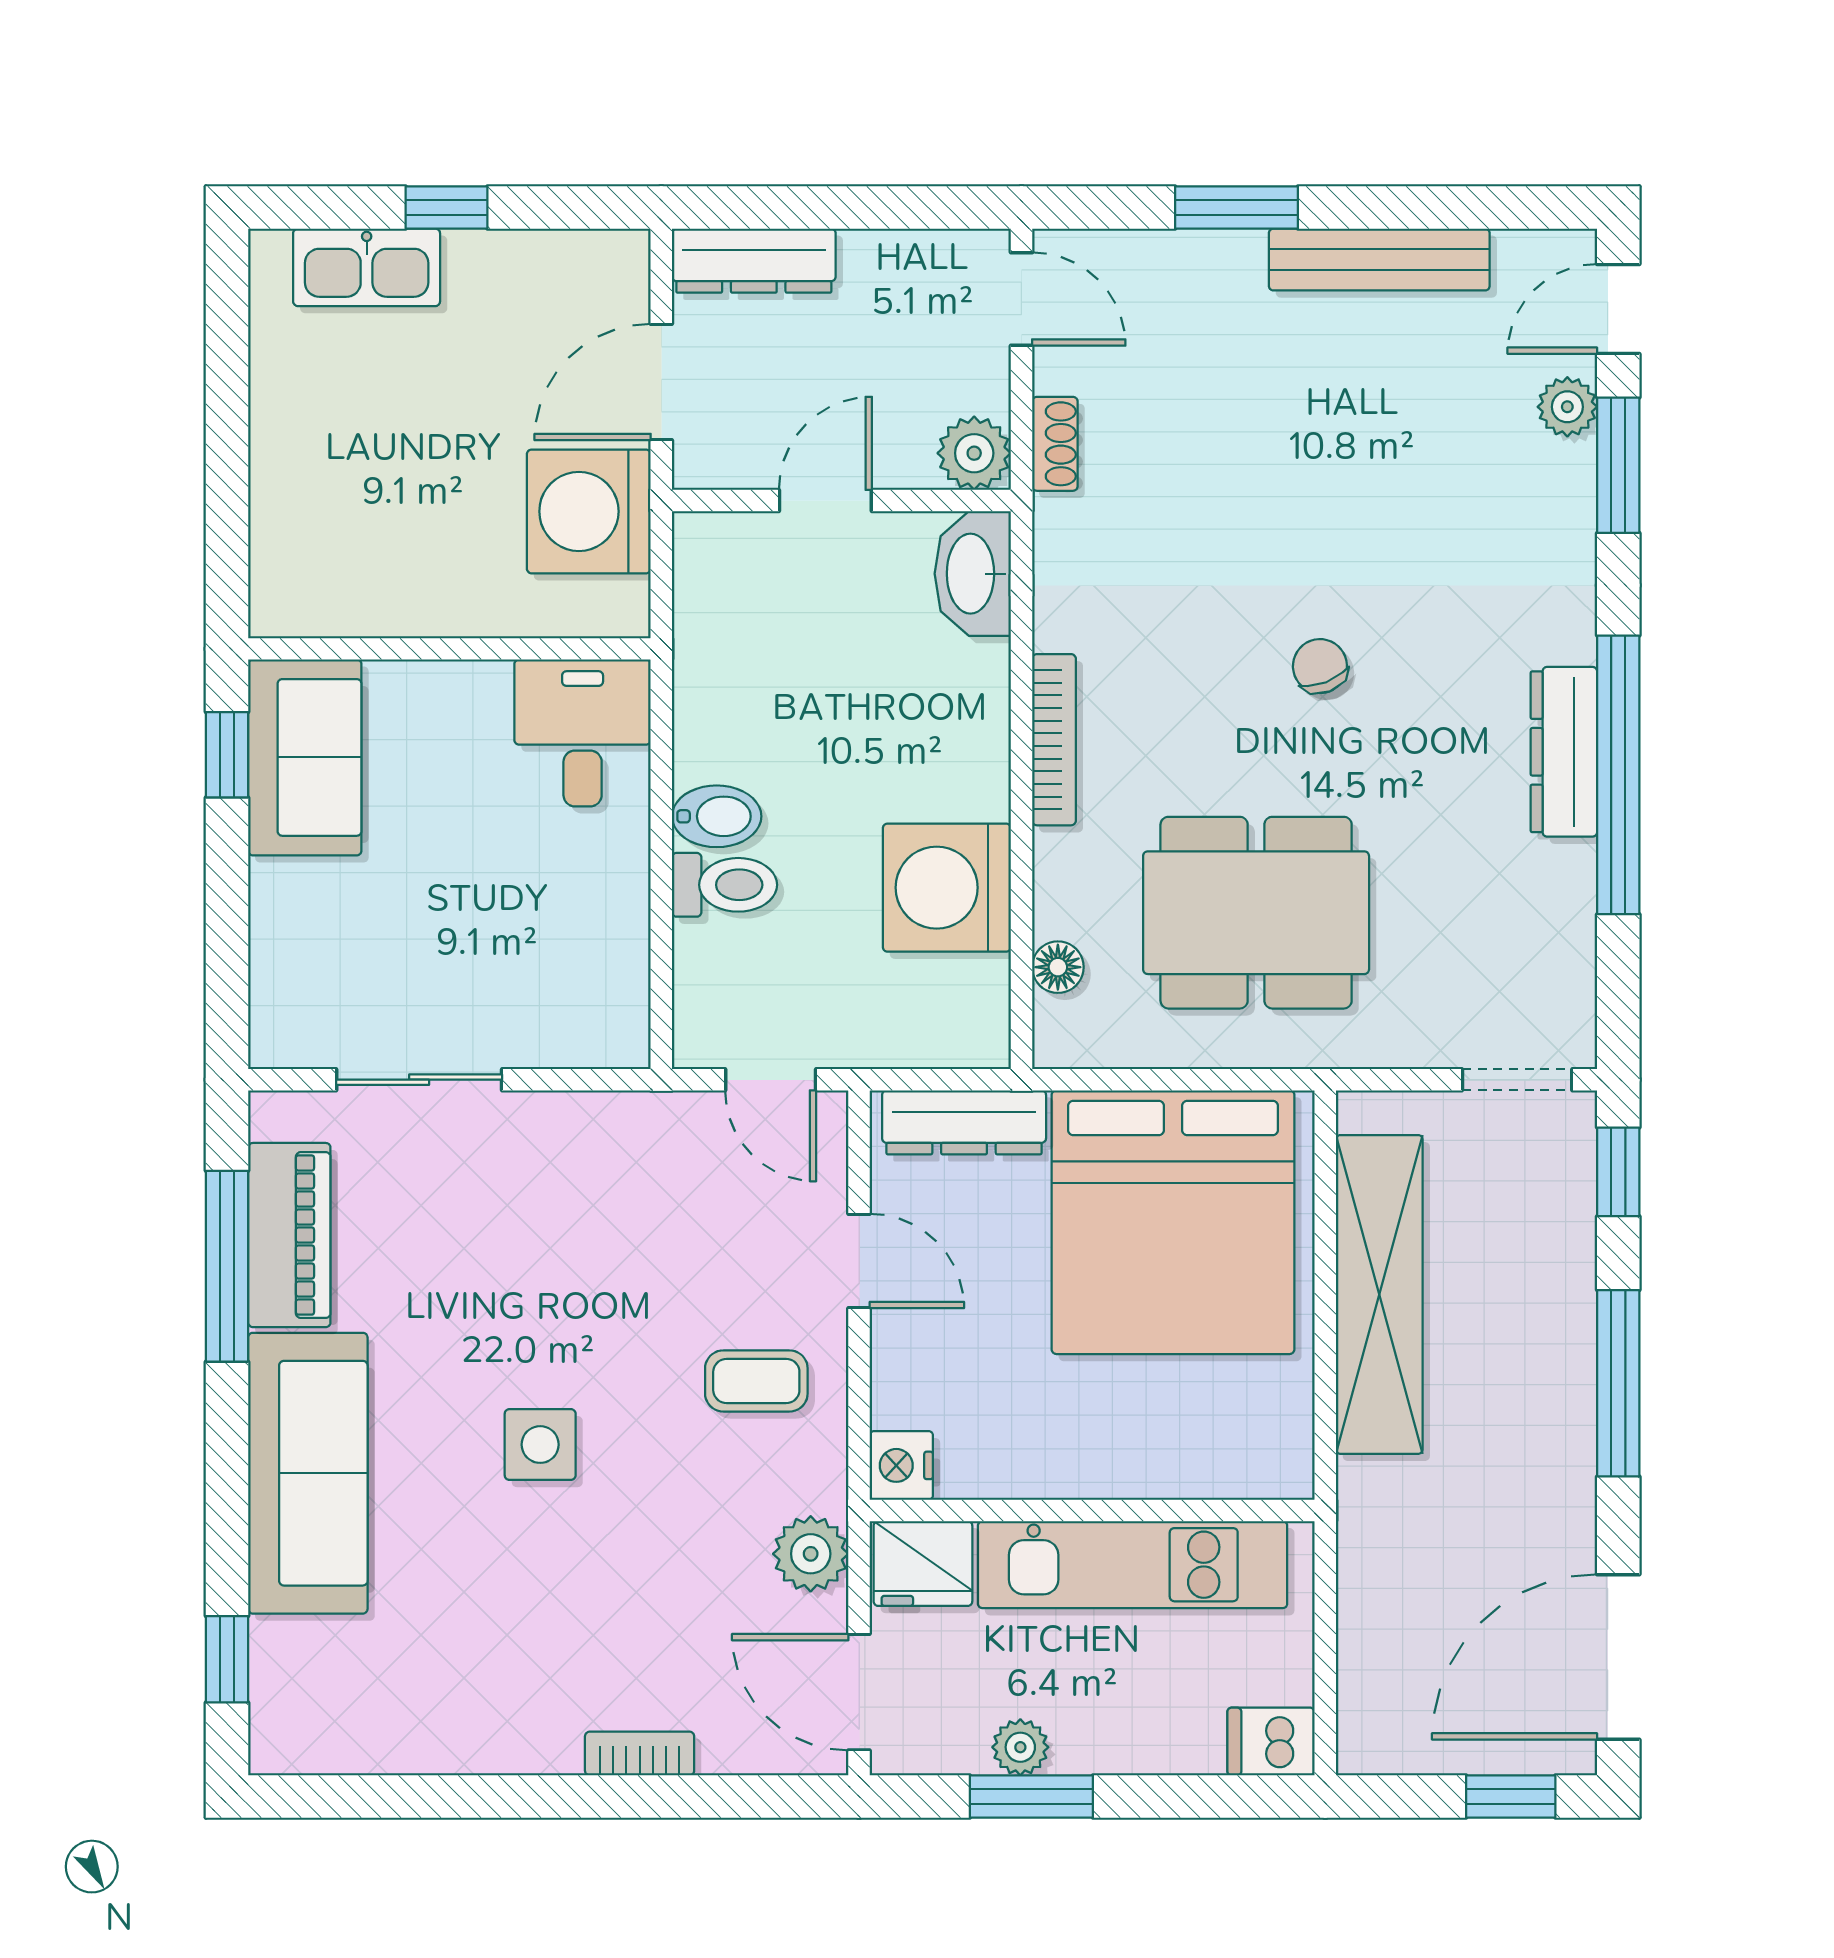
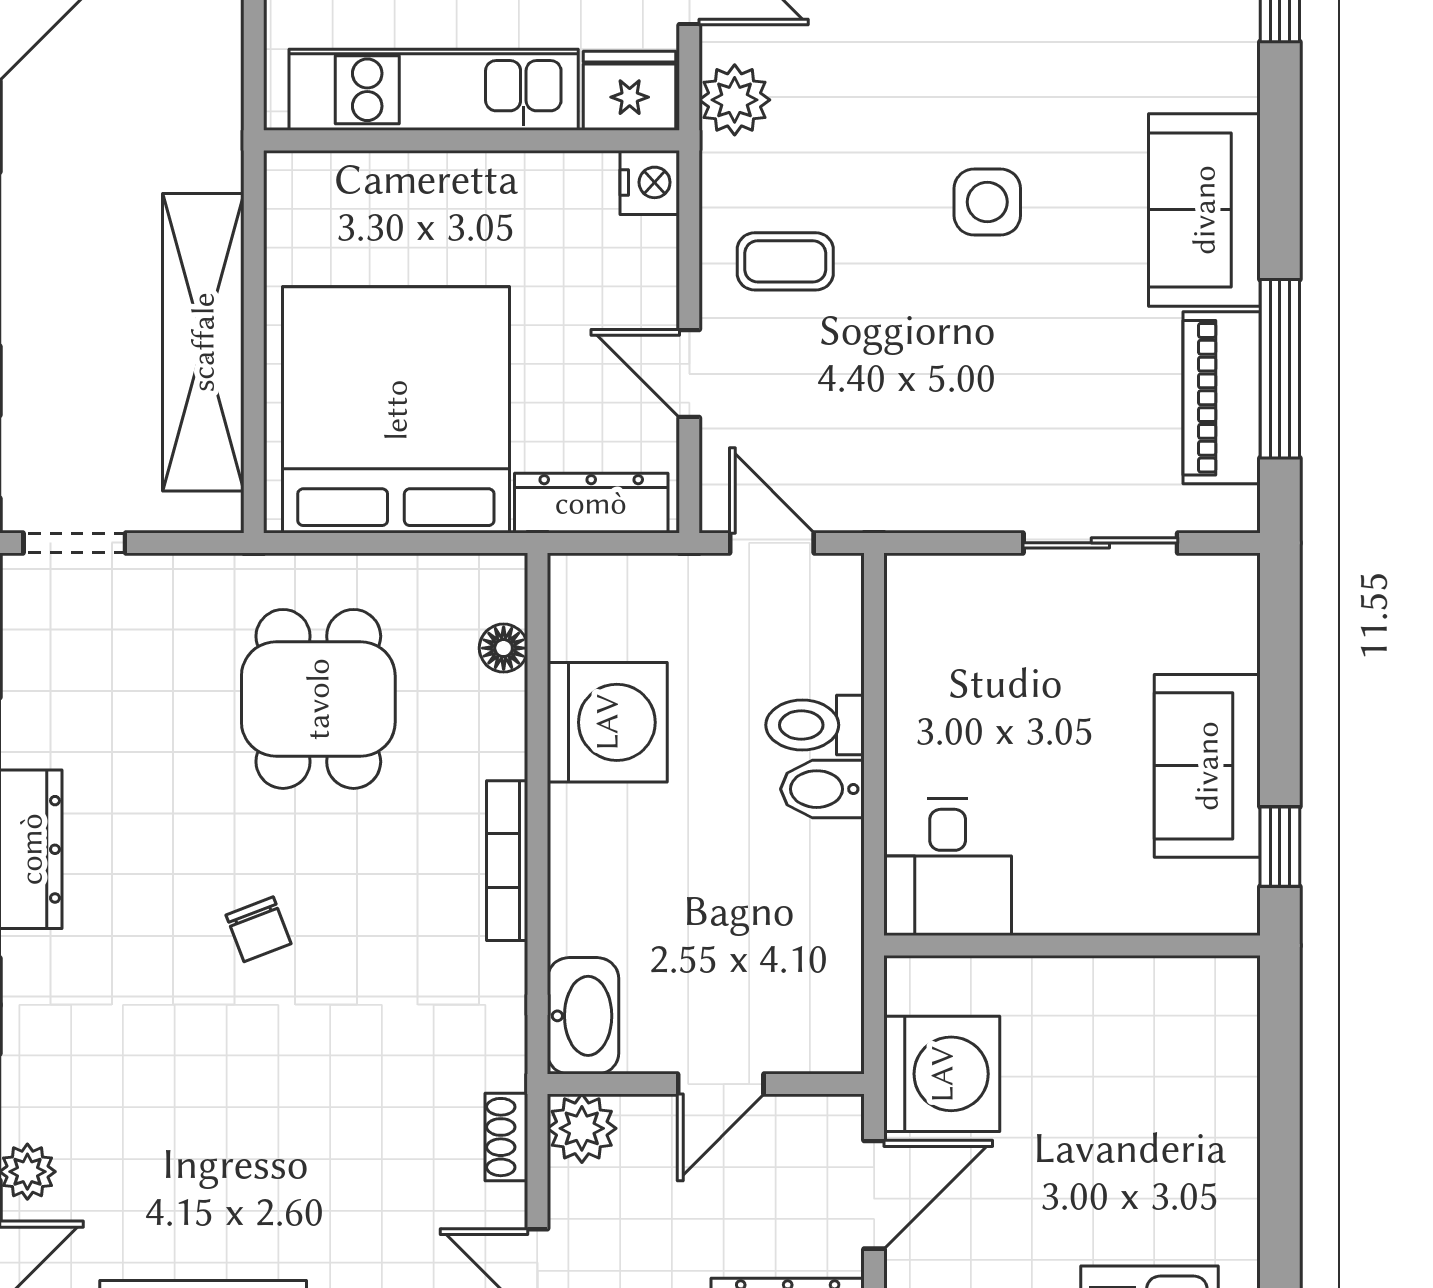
sofa: (305, 757) -> (1207, 766), moved
dining table: (1256, 913) -> (318, 699), width x0.73
sofa: (308, 1473) -> (1204, 210), width x0.73

